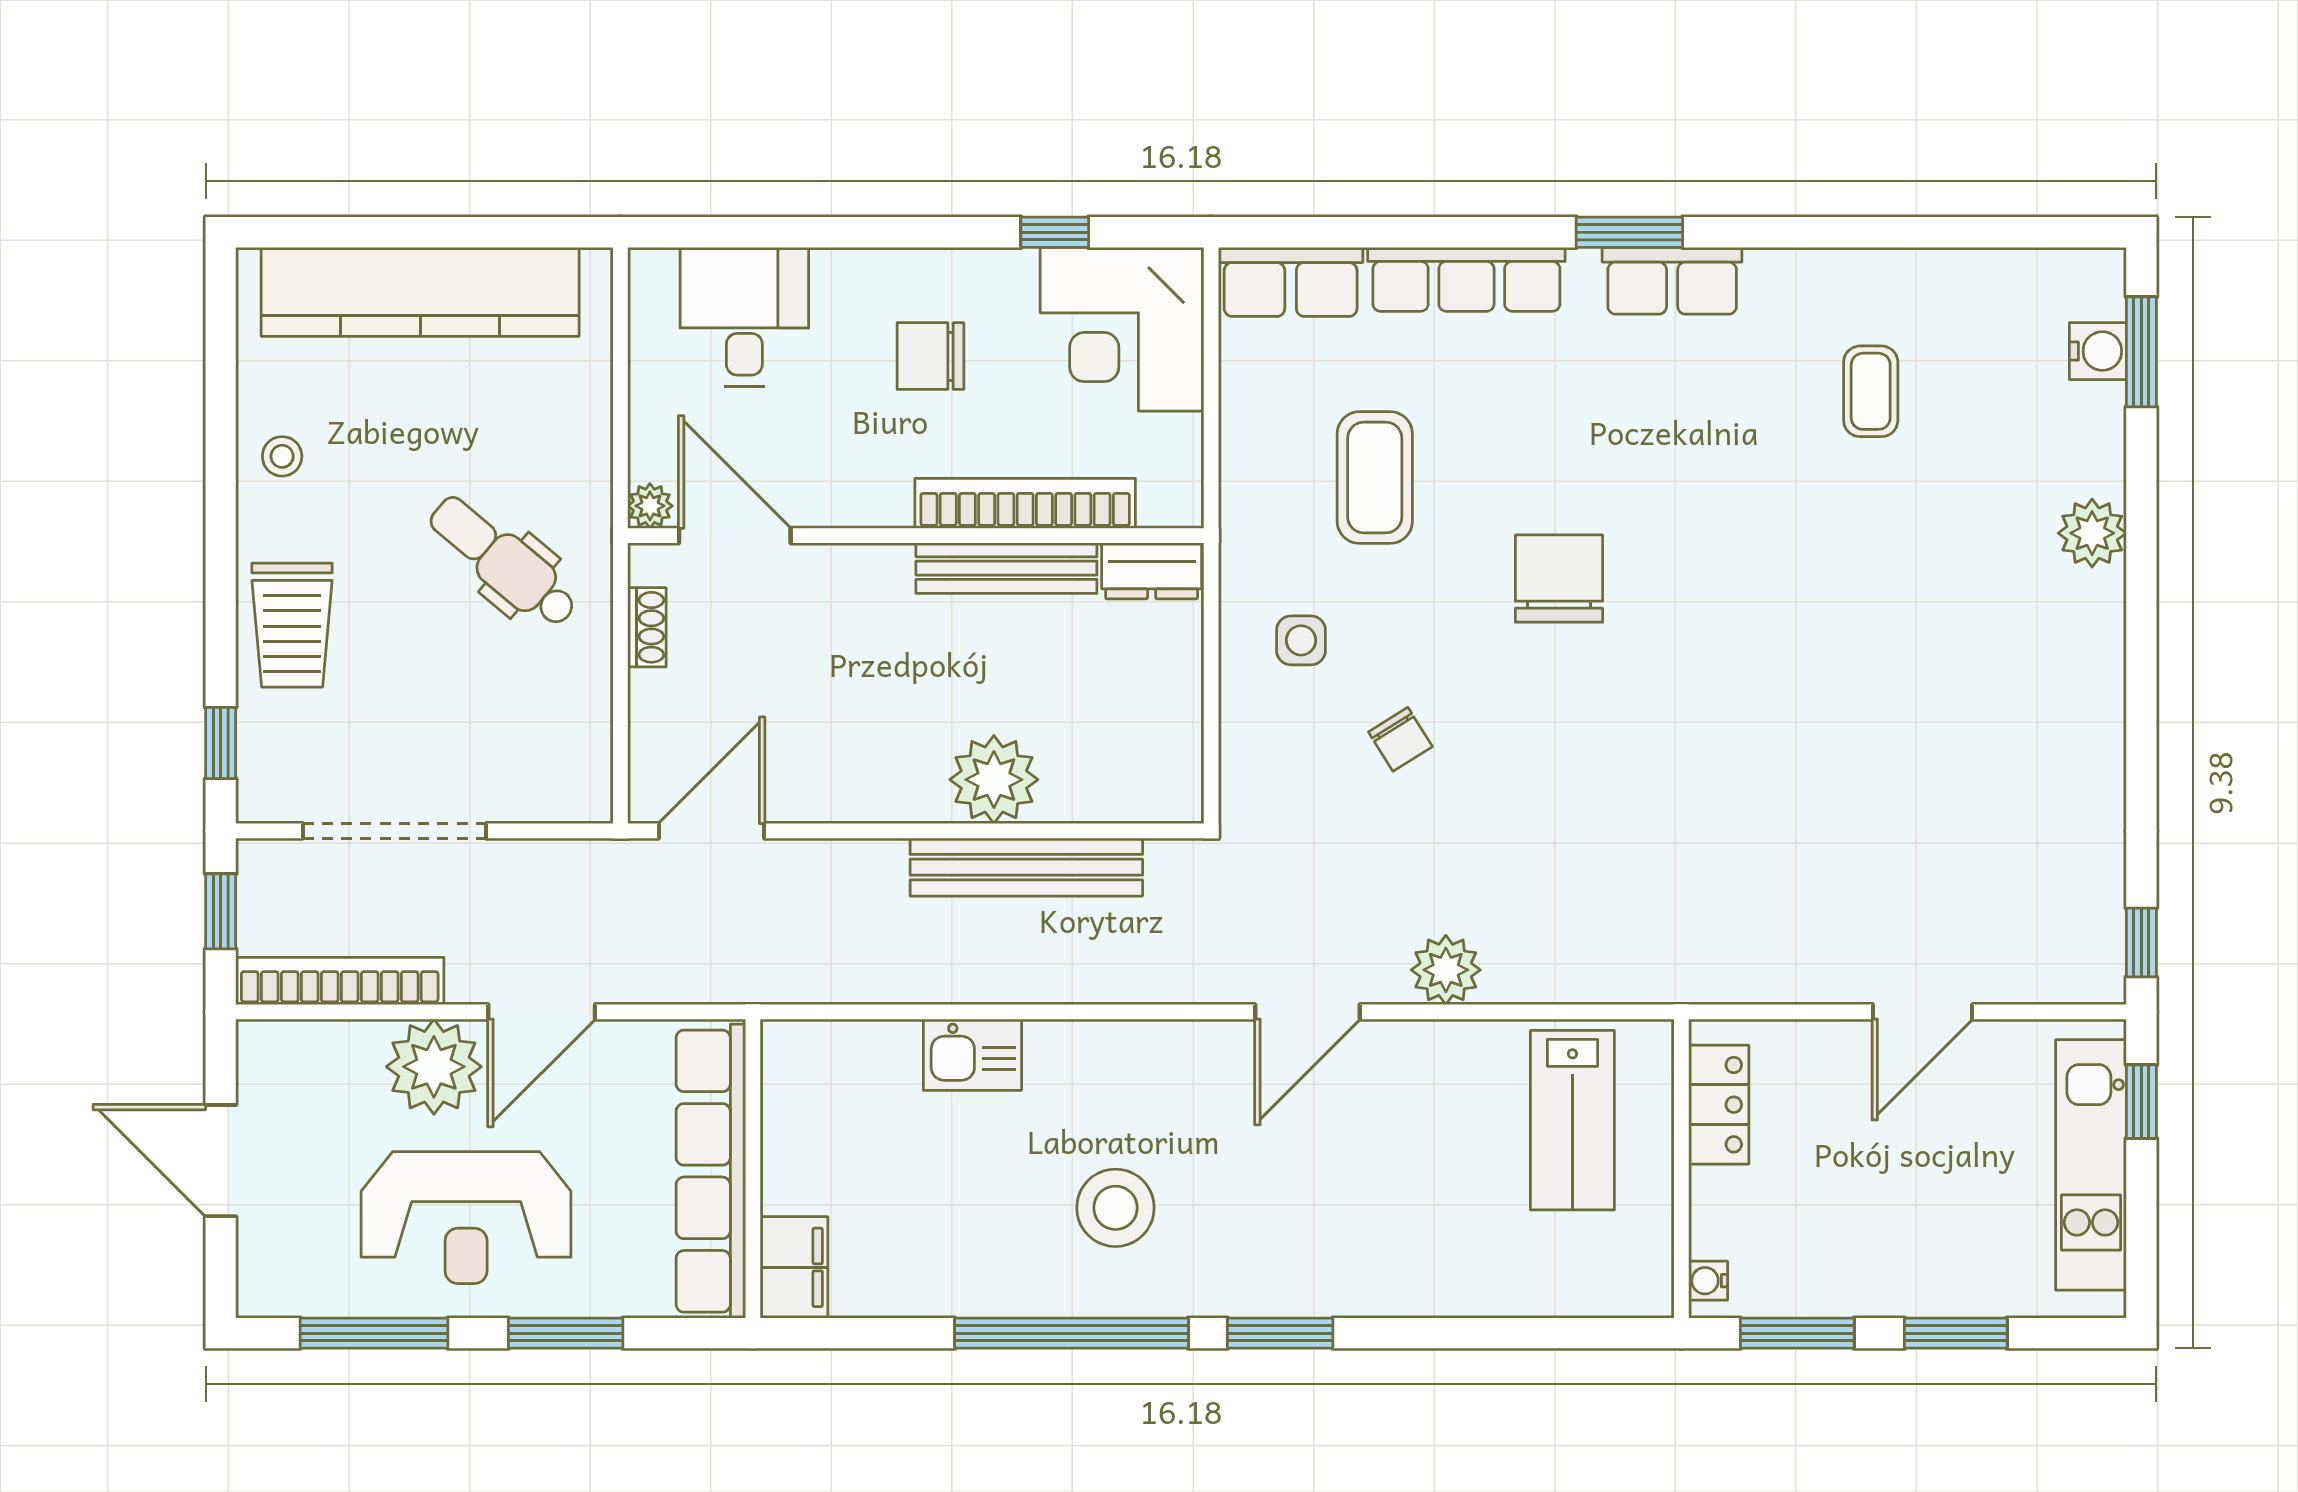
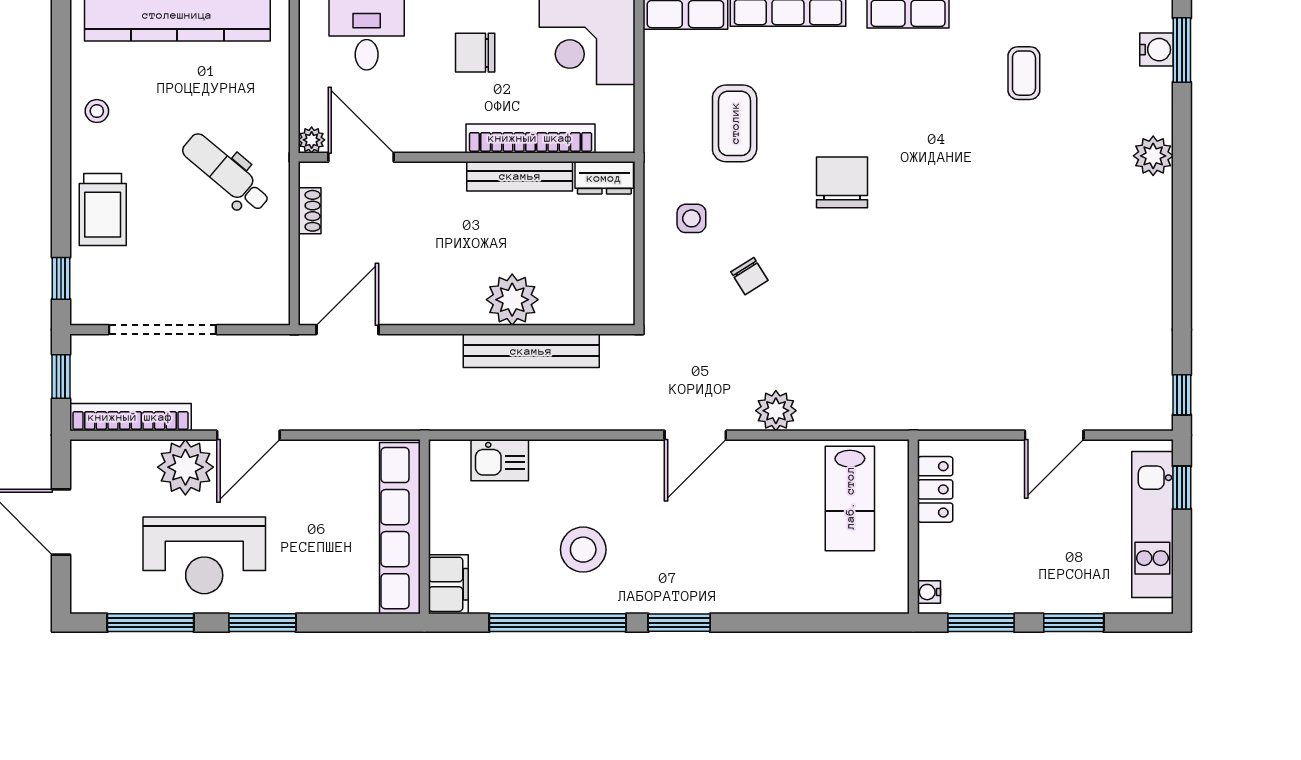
wall: (753, 1169) -> (424, 527), moved
row of seats: (711, 1171) -> (400, 528), moved
filing cabinet: (794, 1267) -> (448, 584), moved

